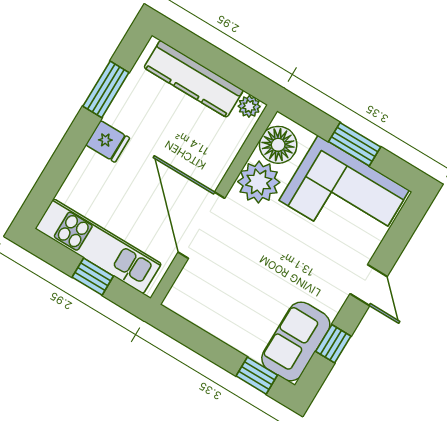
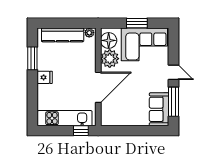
door: (201, 225) -> (98, 87), swing flipped
window: (93, 277) -> (81, 131), moved
window: (333, 344) -> (173, 102), width x2.17
window: (257, 376) -> (152, 131), removed

